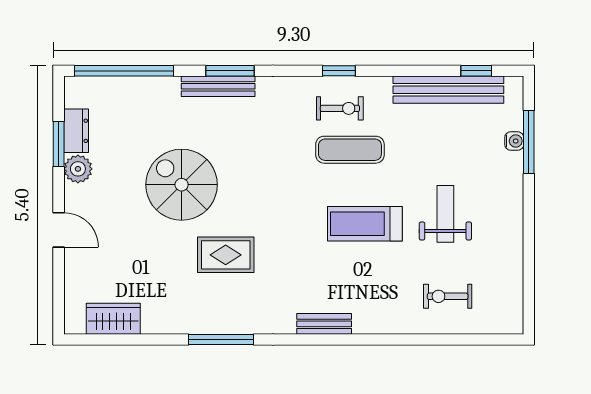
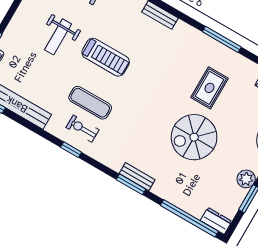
bench: (218, 86) -> (137, 177), width x0.73
dresser: (76, 131) -> (216, 221), moved, turned 90
spiral stairs: (182, 185) -> (194, 137), turned 90
rug: (226, 255) -> (209, 88), moved, turned 90

